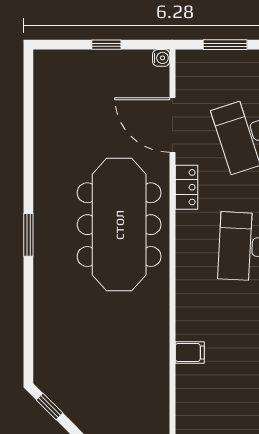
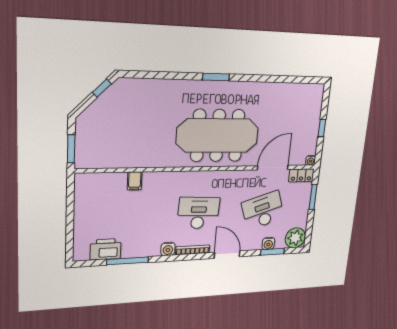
locker: (187, 187) -> (301, 175), moved

